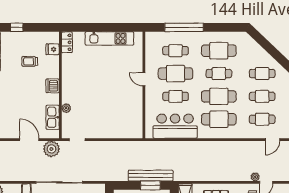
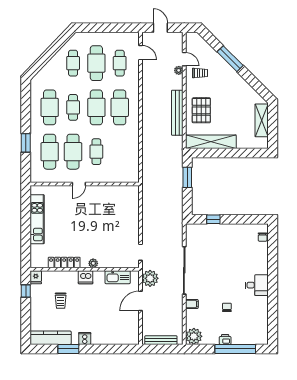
window: (17, 27) -> (26, 291), moved
window: (184, 27) -> (26, 143), width x0.47
locker: (67, 42) -> (64, 263), moved, width x1.53
fridge: (53, 49) -> (36, 277), moved
cafe table: (176, 51) -> (50, 152), width x1.37, depth x1.35
cafe table: (262, 96) -> (96, 63), width x1.37, depth x1.35
plant: (66, 108) -> (93, 263), moved
bar counter: (175, 126) -> (127, 152), removed
bench: (151, 176) -> (177, 113), moved

